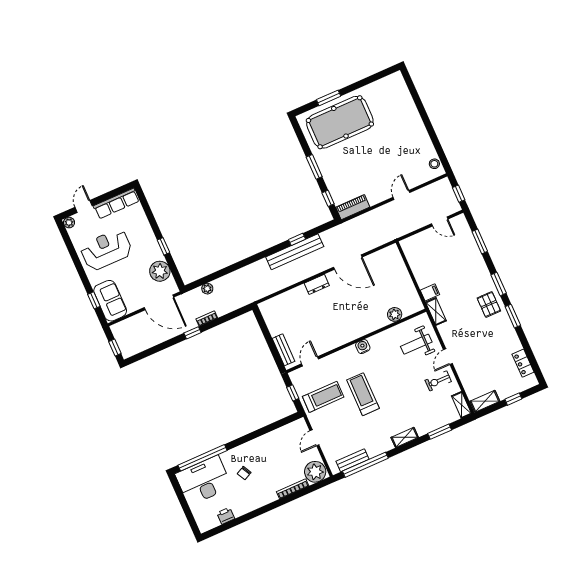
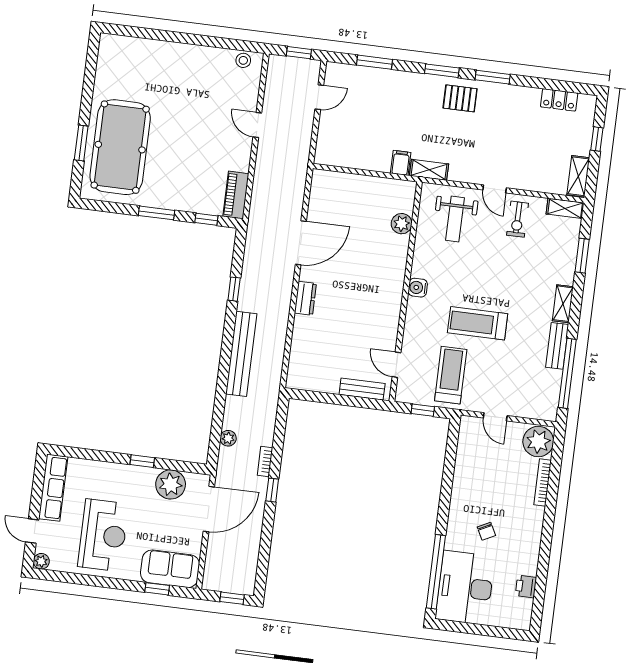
reception desk: (106, 250) -> (103, 535), turned 180
bench: (295, 252) -> (241, 354), moved
bench: (352, 460) -> (557, 346), moved

